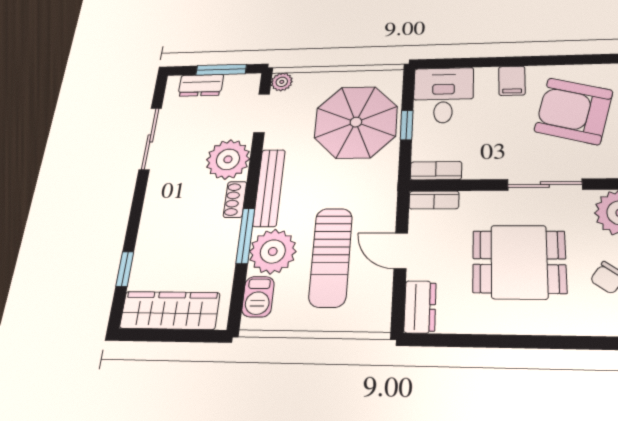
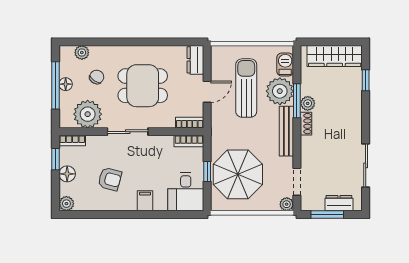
armchair: (574, 111) -> (110, 179), width x0.53, depth x0.53
plant: (228, 159) -> (308, 103), moved, width x0.53, depth x0.53
door: (401, 251) -> (207, 92), hinge flipped

